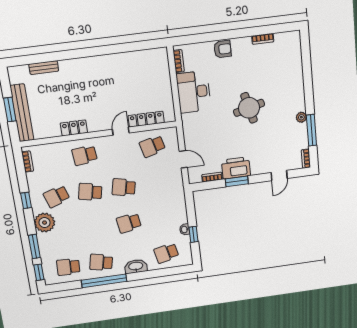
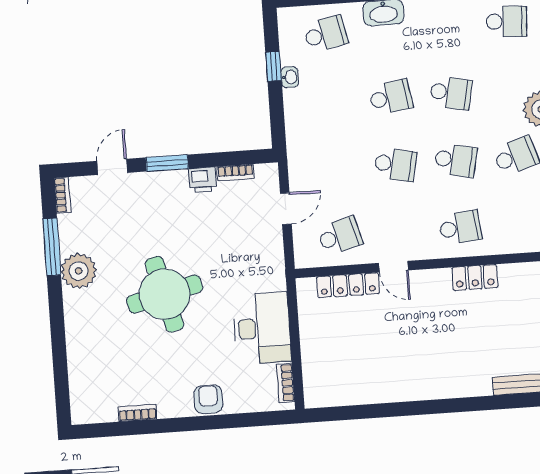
armchair: (223, 49) -> (208, 399), turned 90
round table: (249, 108) -> (165, 294), width x1.36, depth x1.36
plant: (301, 117) -> (79, 271), width x1.87, depth x1.87
door: (121, 131) -> (394, 267), hinge flipped
door: (183, 159) -> (286, 209), swing flipped
printer: (236, 168) -> (202, 180), width x0.53, depth x0.68
window: (237, 181) -> (167, 163), moved
school desk: (101, 262) -> (451, 93), moved

